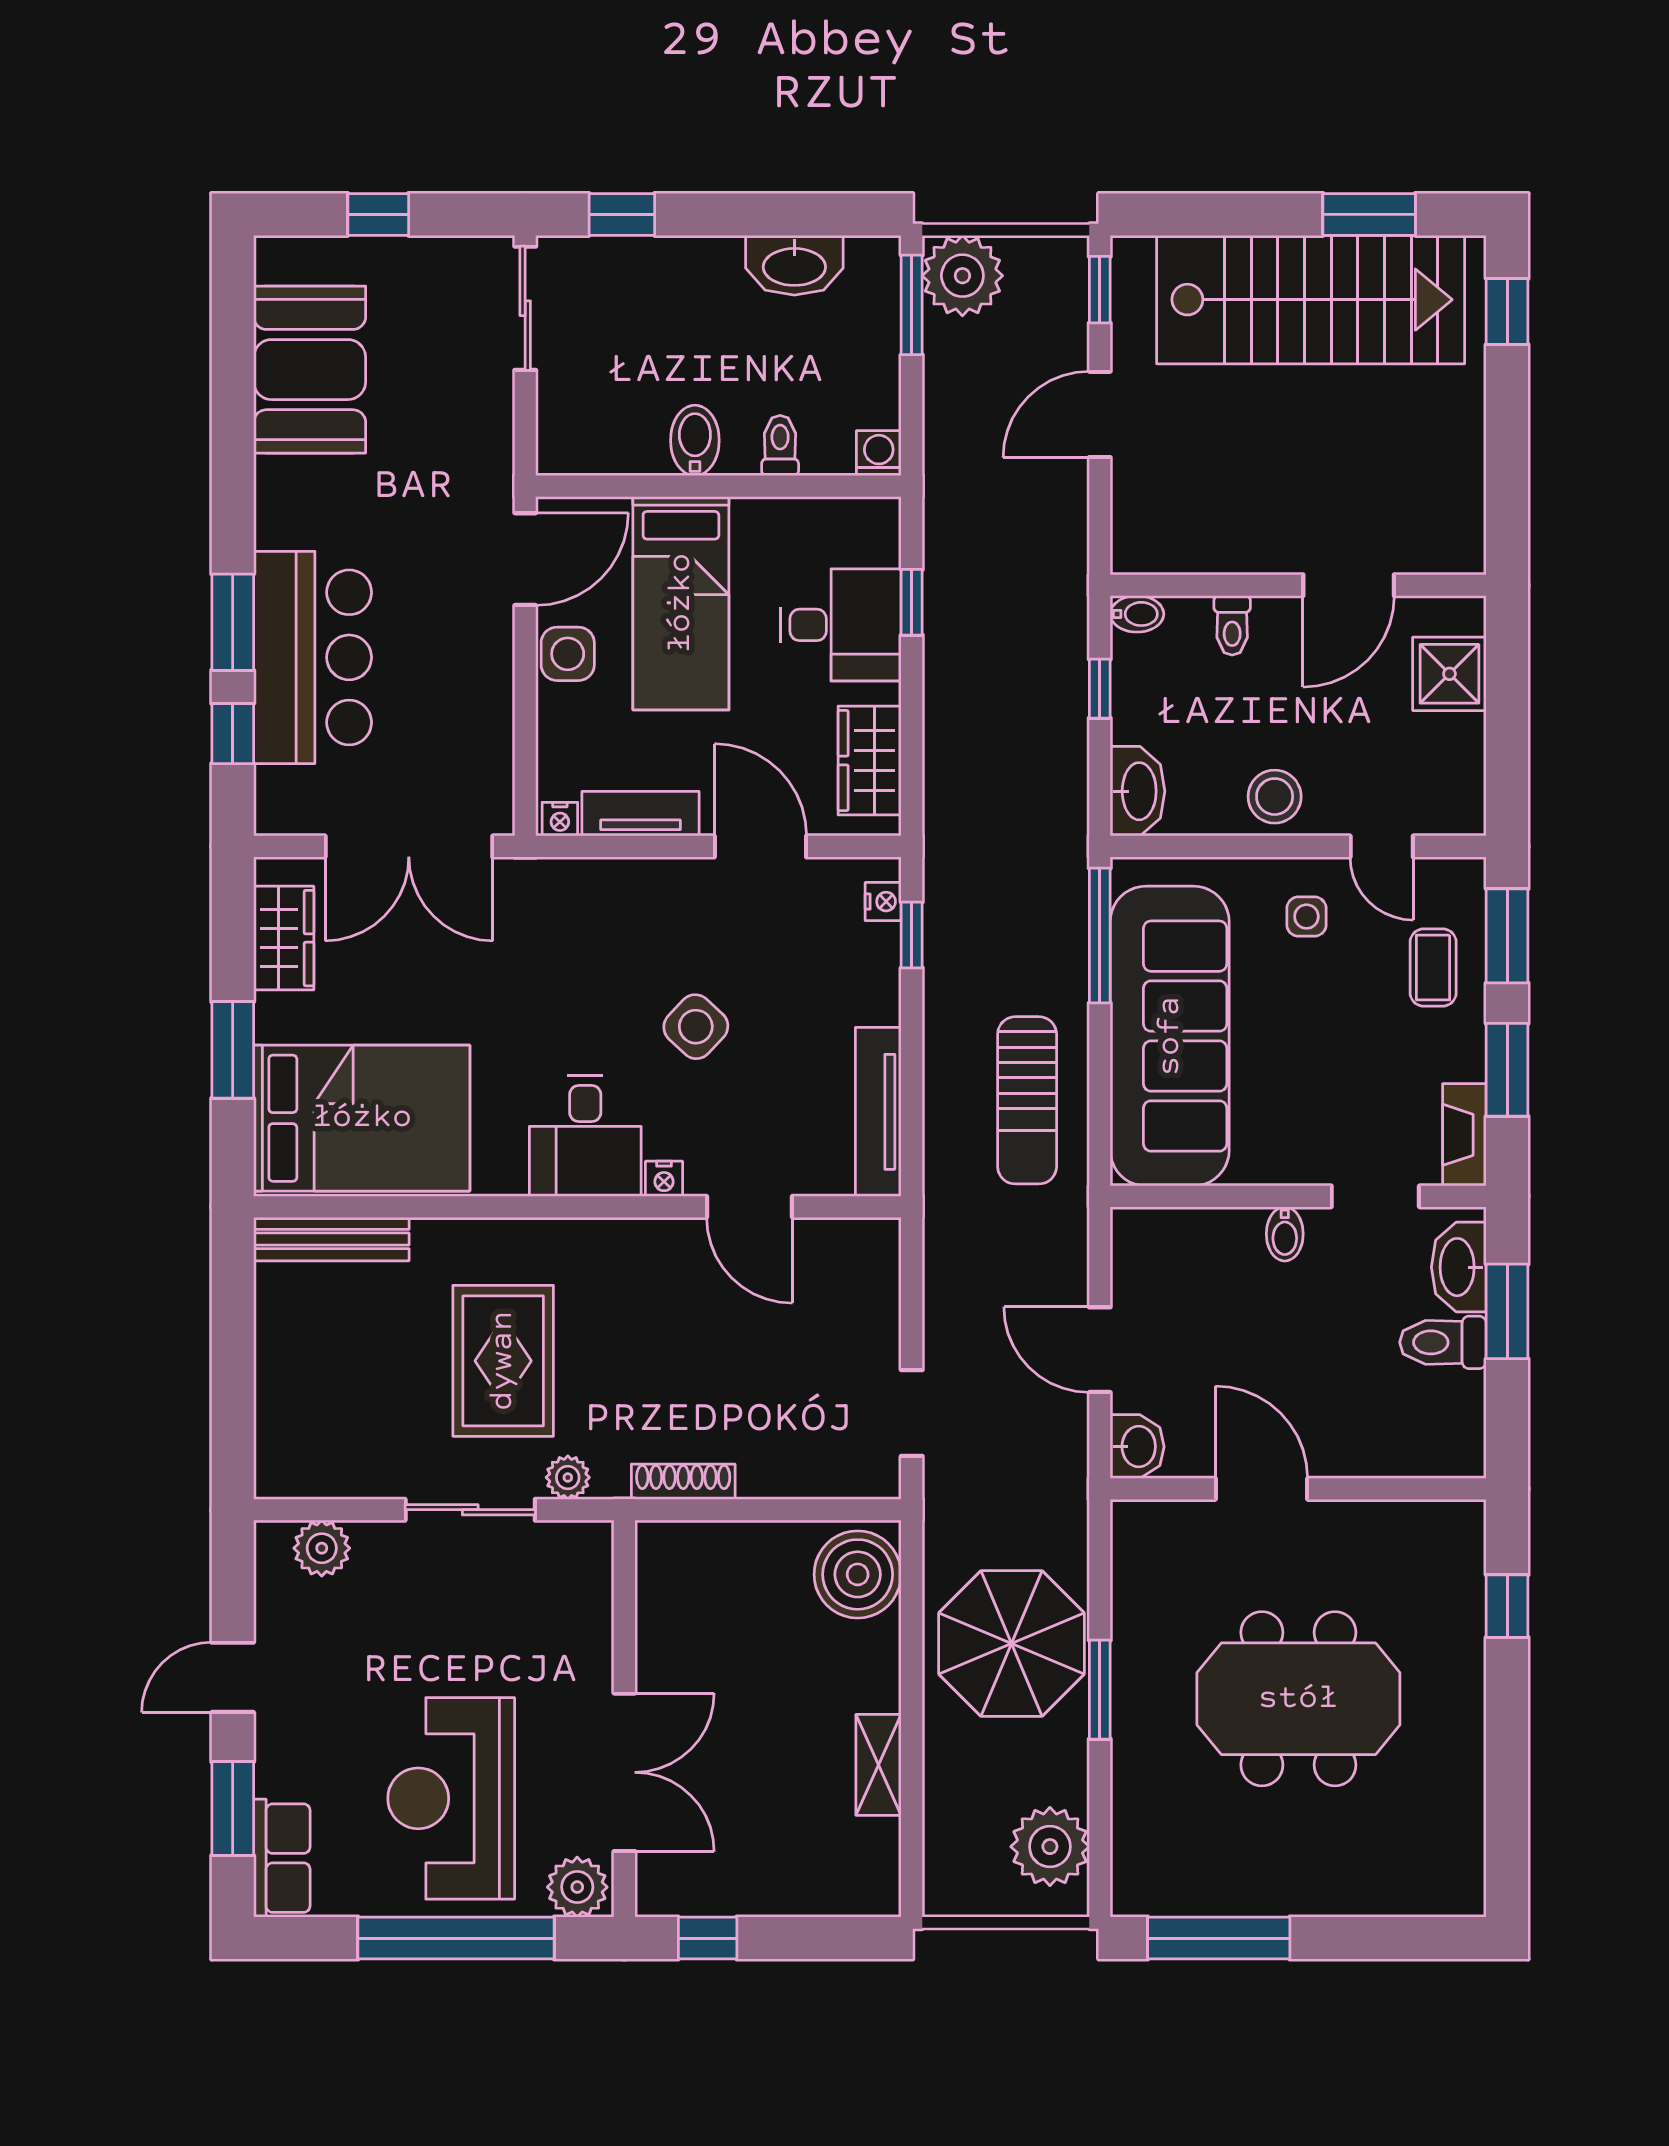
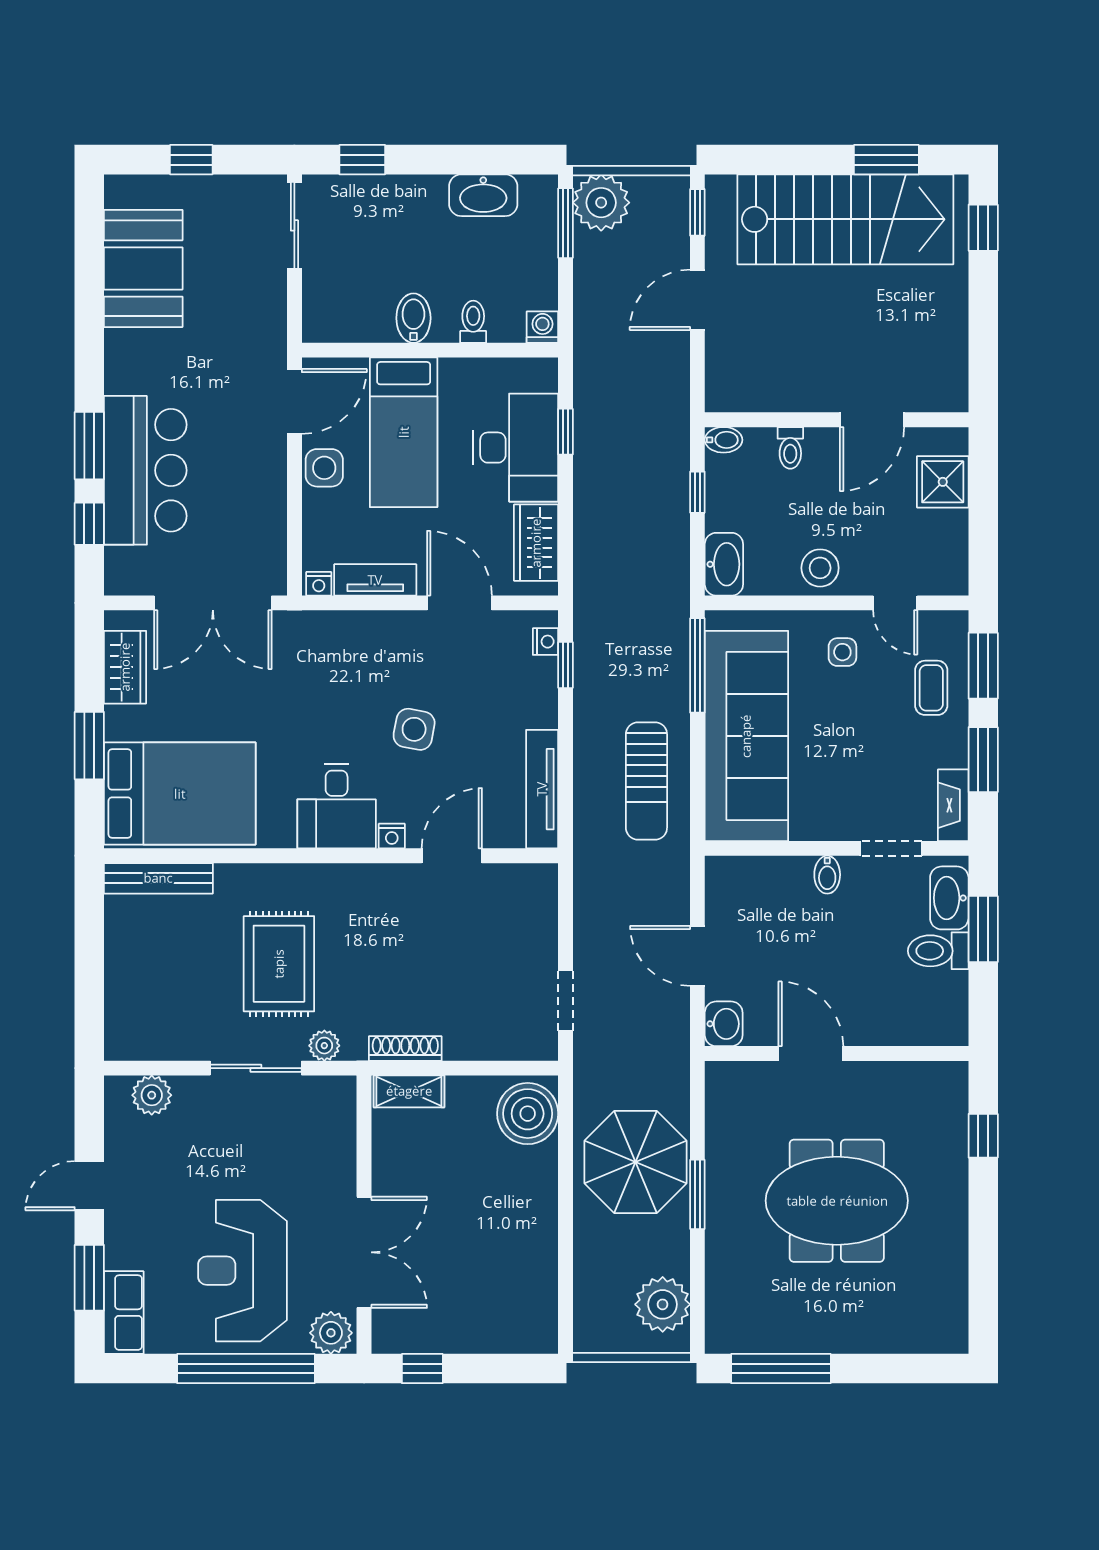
desk: (841, 625) -> (516, 448), width x1.37
side table: (696, 1027) -> (414, 729), turned -32
door: (750, 1207) -> (452, 856), swing flipped
shelving: (879, 1765) -> (409, 1091), moved, turned 90

